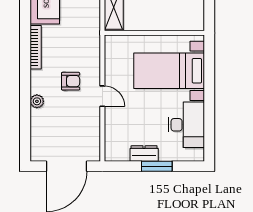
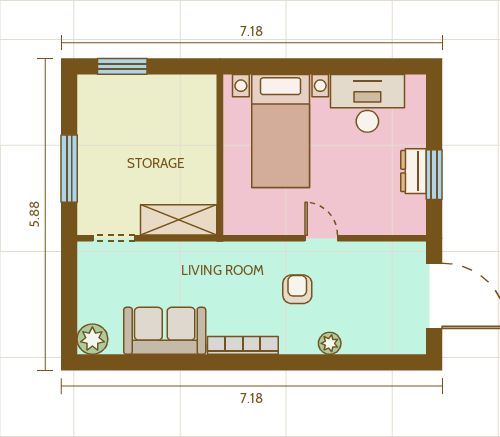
door: (102, 96) -> (321, 238), hinge flipped
window: (157, 166) -> (434, 175), moved

